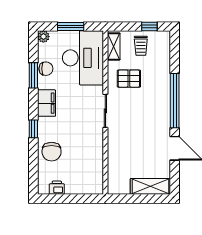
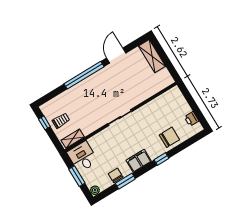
desk: (83, 58) -> (83, 157), width x0.53, depth x0.77
pallet: (129, 79) -> (88, 115), removed

